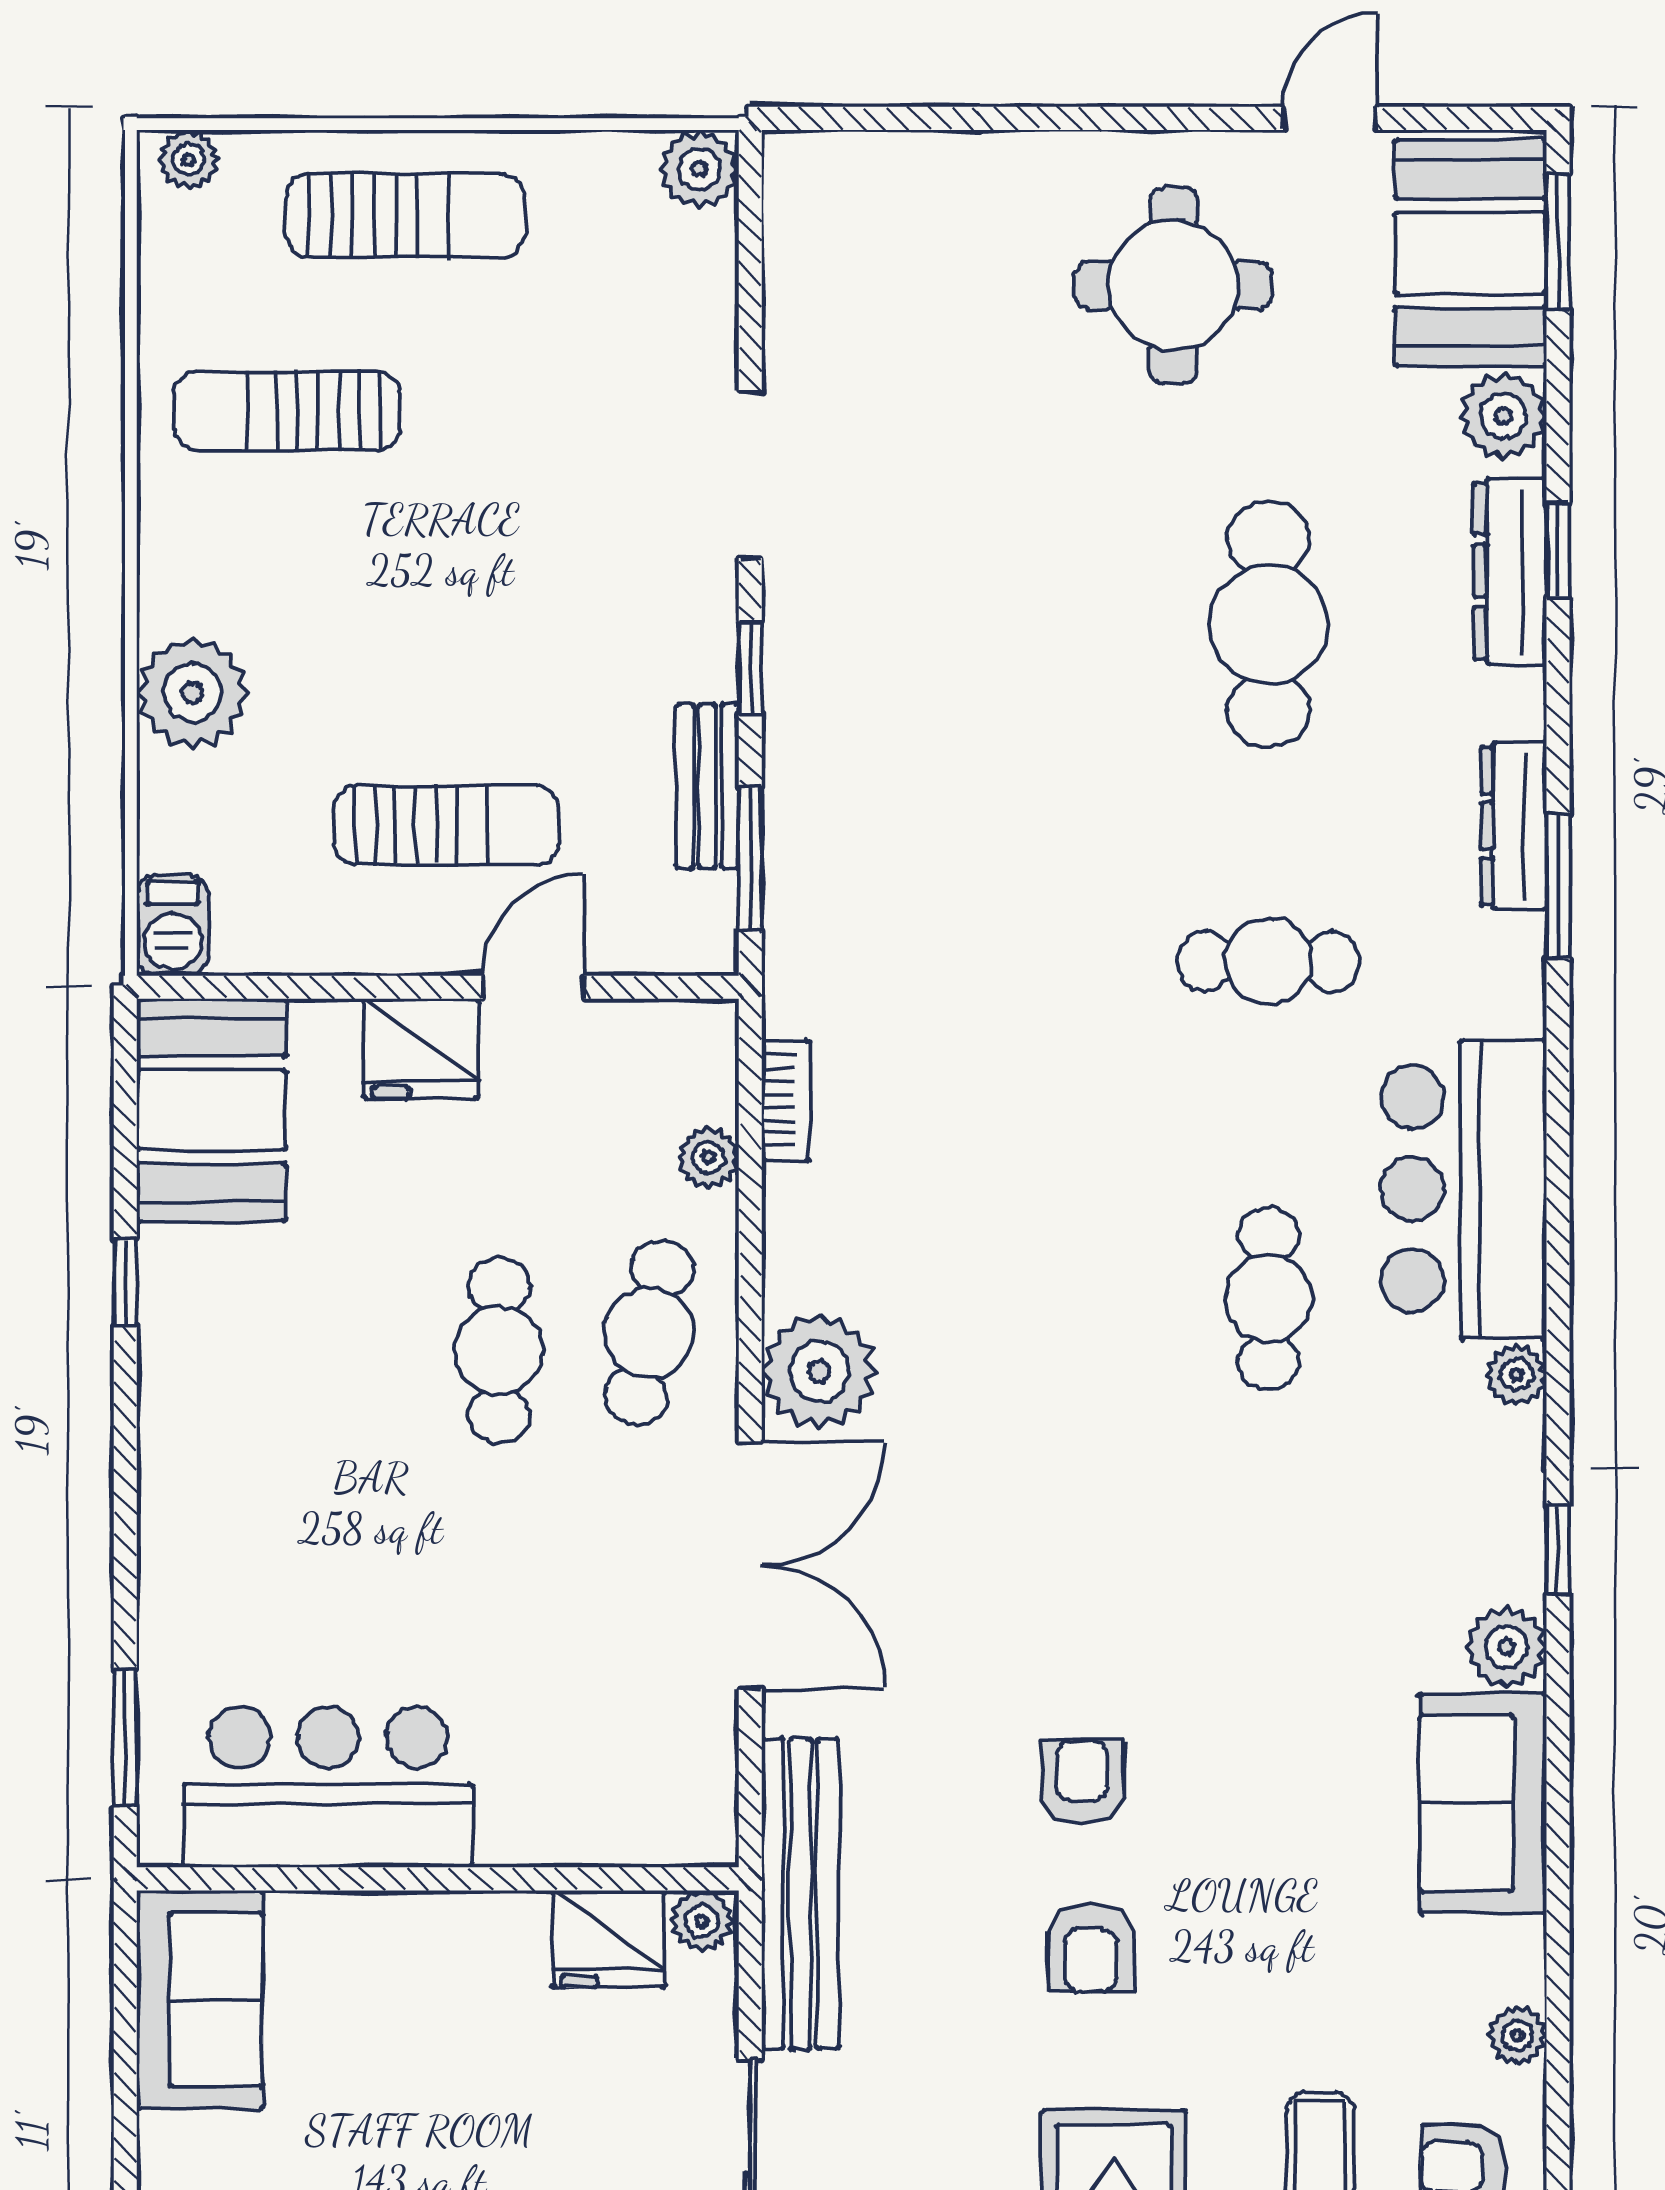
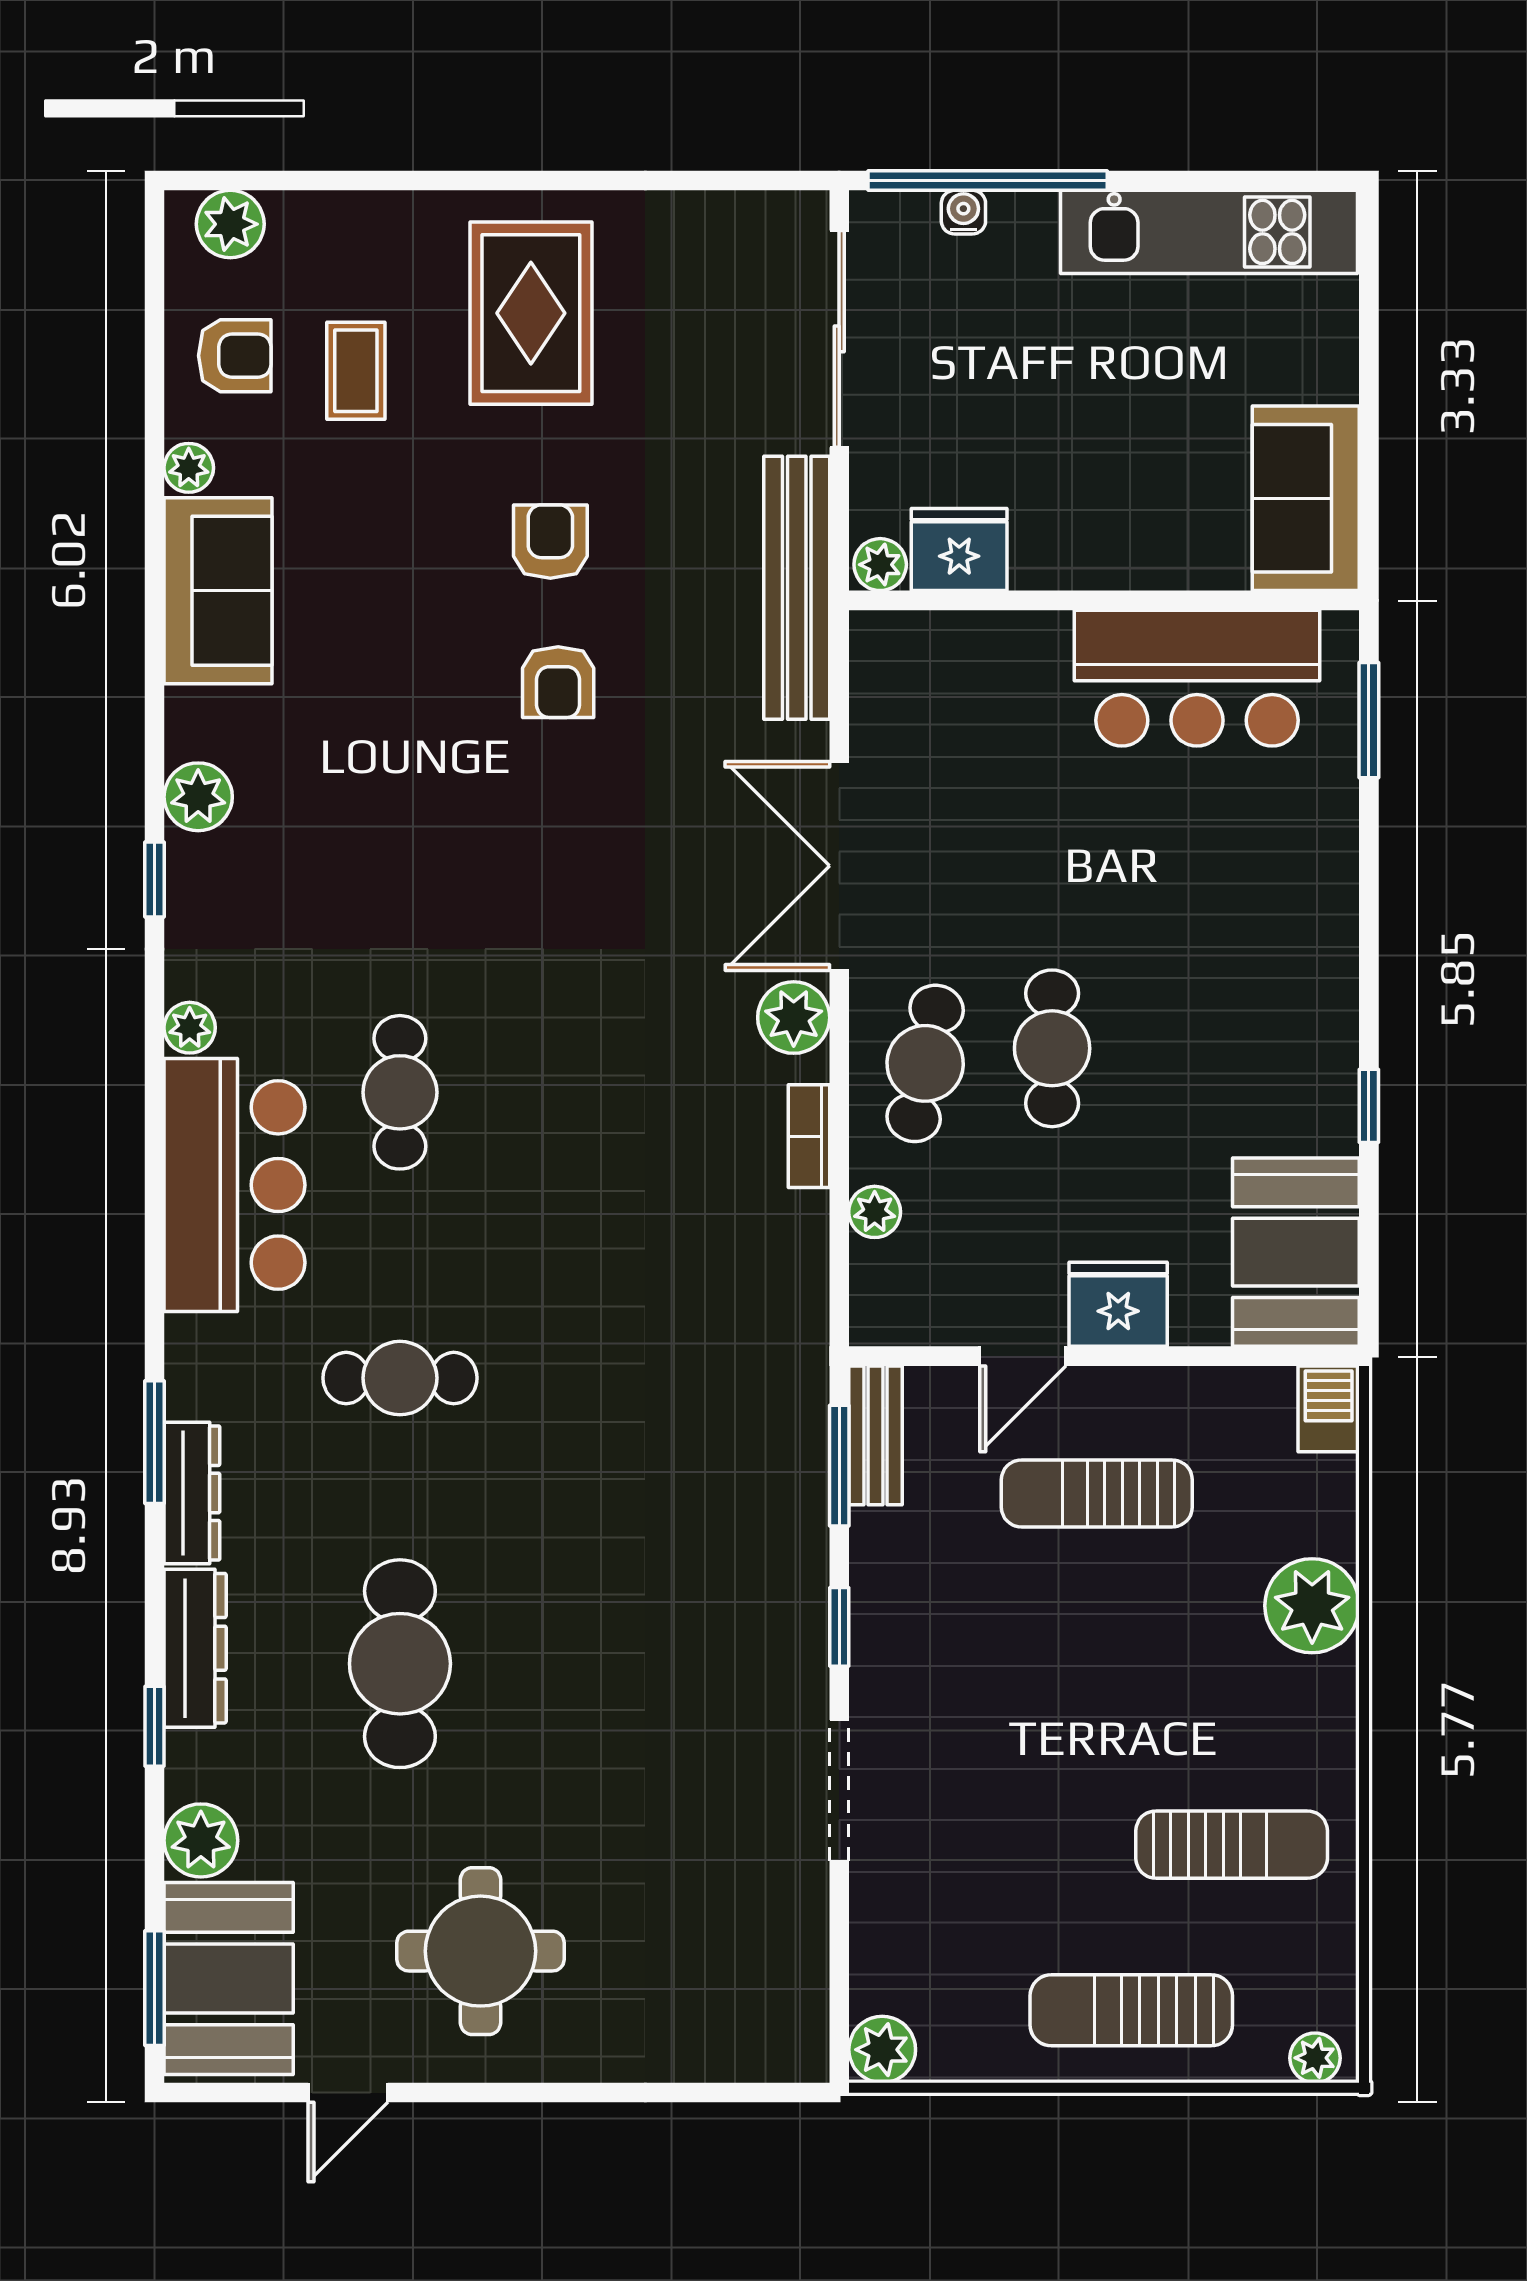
dresser: (1510, 571) -> (195, 1648), moved
bench: (707, 786) -> (875, 1435), moved
bookcase: (786, 1100) -> (809, 1136), moved
plant: (819, 1371) -> (794, 1018), width x0.73, depth x0.73
sofa: (1483, 1803) -> (218, 591), moved

